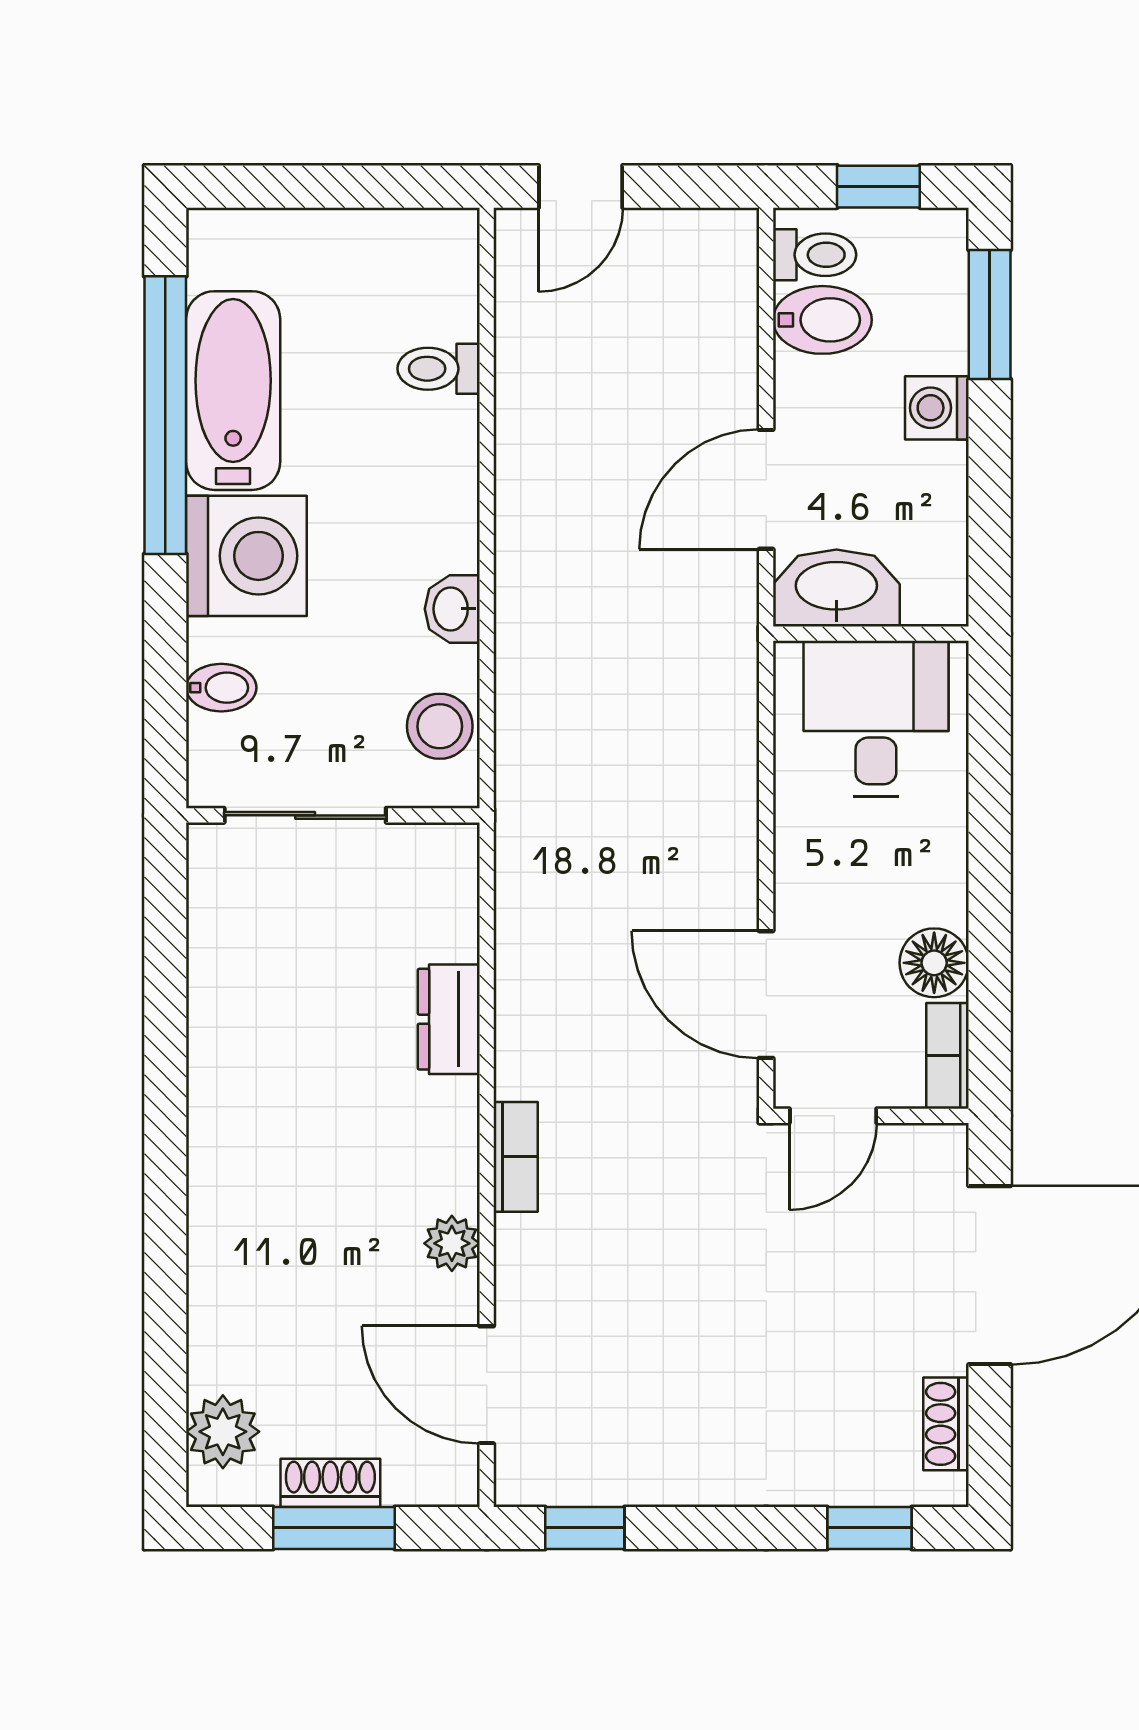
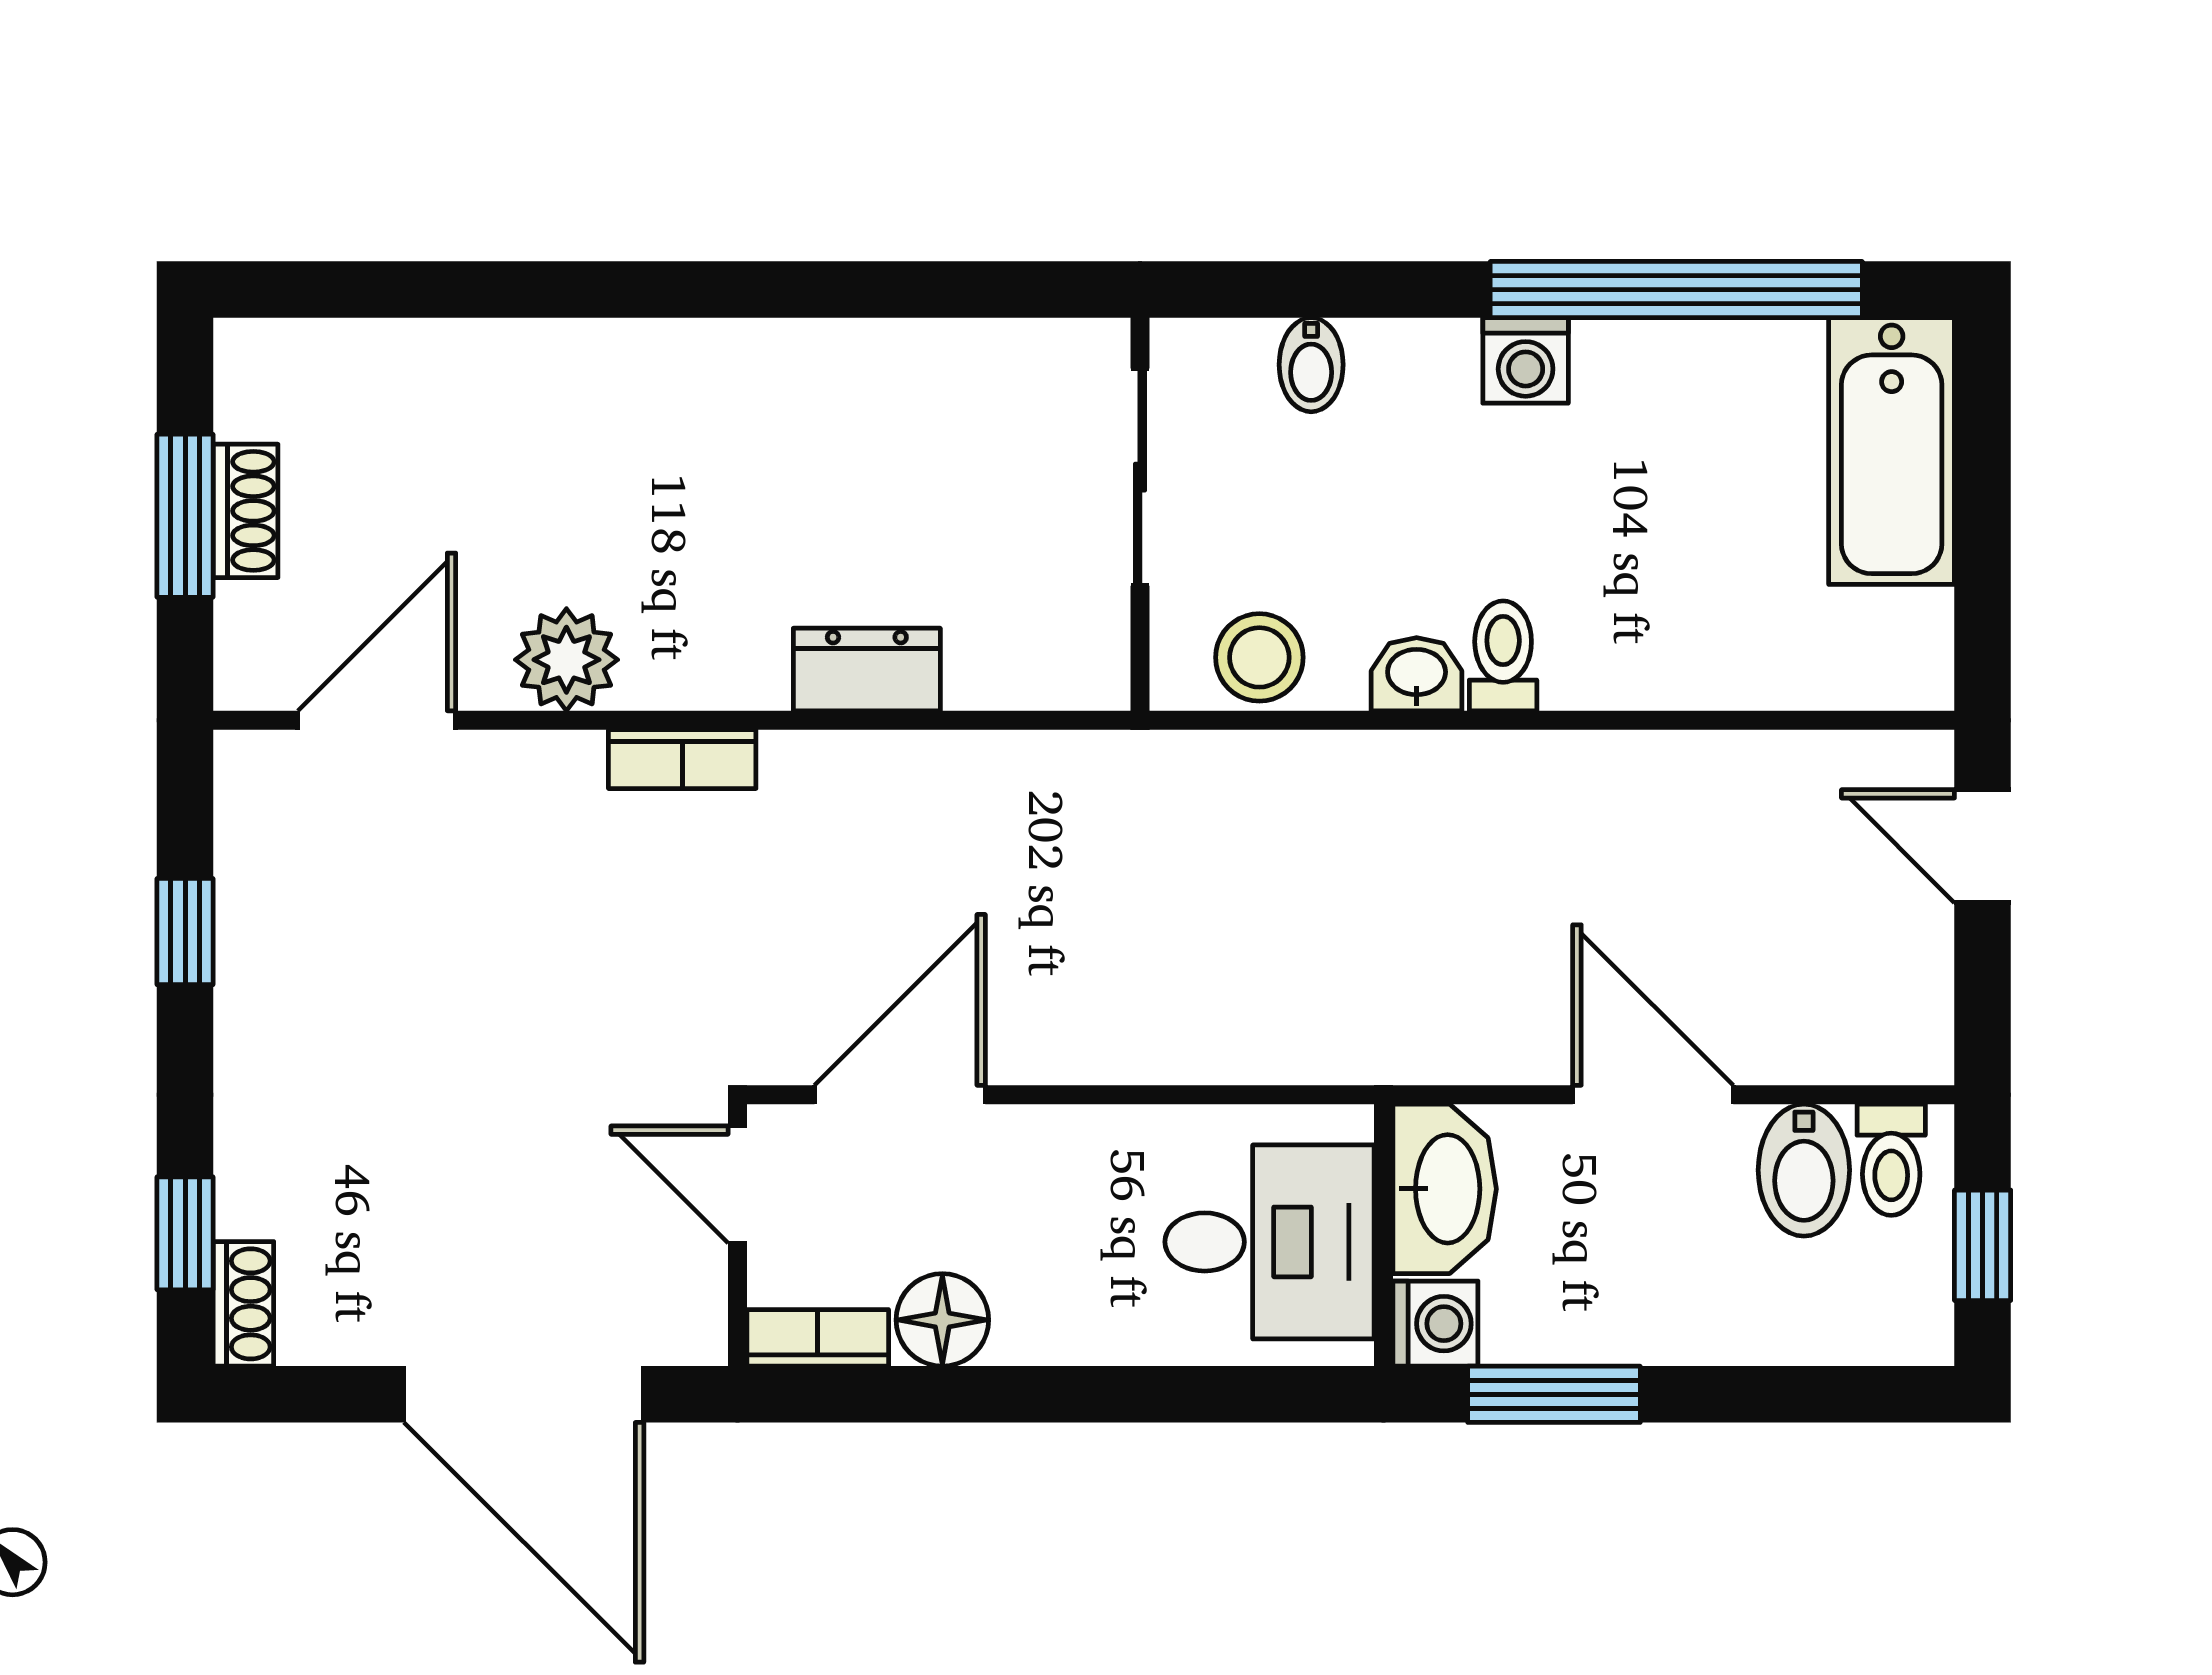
window: (990, 315) -> (1554, 1394), moved
toilet: (439, 369) -> (1503, 656), moved
bathtub: (233, 391) -> (1892, 451), moved, turned 90
washing machine: (937, 408) -> (1435, 1324), moved, turned 90
door: (766, 489) -> (1653, 1095), moved
washing machine: (246, 556) -> (1526, 360), width x0.53, depth x0.53
plant: (452, 1243) -> (566, 660), width x1.38, depth x1.38
shoe rack: (946, 1424) -> (243, 1304), moved, turned 90
plant: (223, 1432) -> (314, 367), removed
window: (585, 1528) -> (185, 932), moved

